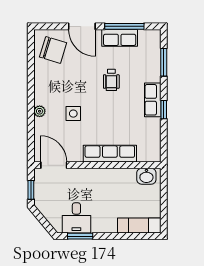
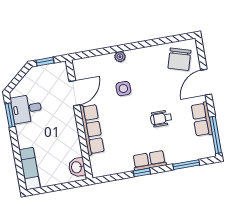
window: (124, 26) -> (215, 135), moved
door: (54, 165) -> (74, 93), moved

